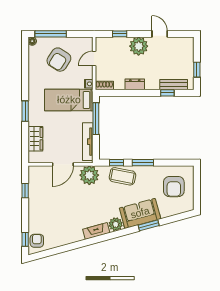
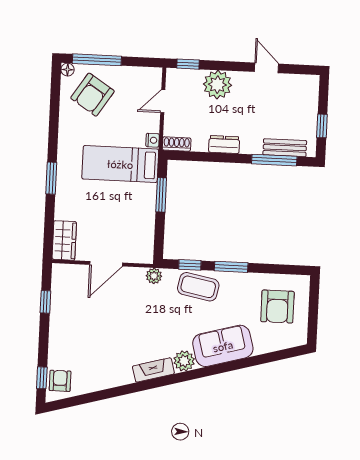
window: (120, 34) -> (188, 64), moved
plant: (139, 46) -> (217, 85), moved
armchair: (59, 60) -> (92, 95), moved
window: (167, 93) -> (274, 160), width x2.17
window: (96, 119) -> (161, 195), width x0.69
wardrobe: (35, 139) -> (64, 240), moved
tv unit: (88, 142) -> (147, 230), removed
plant: (89, 175) -> (154, 276), width x0.53, depth x0.53
window: (149, 225) -> (235, 365), removed

